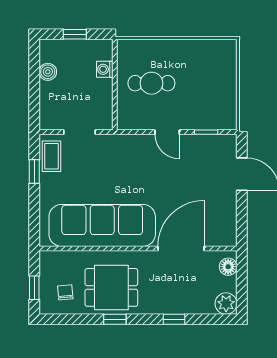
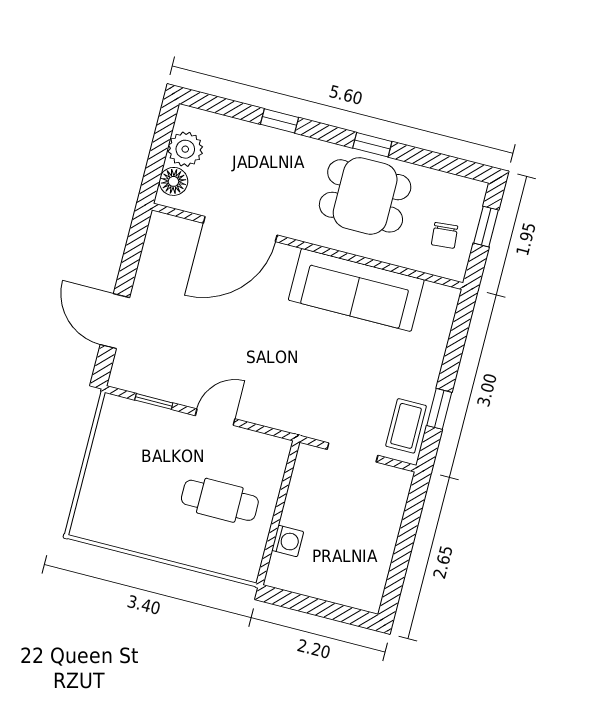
window: (75, 34) -> (321, 608), removed
boiler: (48, 72) -> (378, 560), removed
door: (167, 132) -> (215, 417), hinge flipped
sofa: (102, 225) -> (356, 290), width x0.74, depth x0.79
chair: (65, 292) -> (445, 235), moved
plant: (226, 304) -> (185, 149), moved

